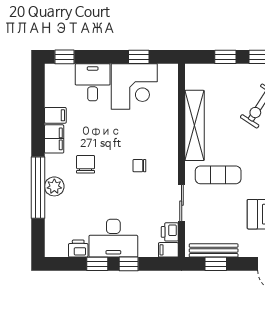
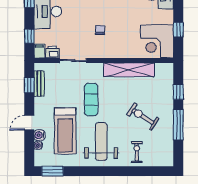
corner desk: (134, 86) -> (157, 41), moved
exercise mat: (218, 175) -> (91, 100), moved
bench: (214, 250) -> (39, 84), width x0.73
window: (129, 264) -> (29, 36), moved

